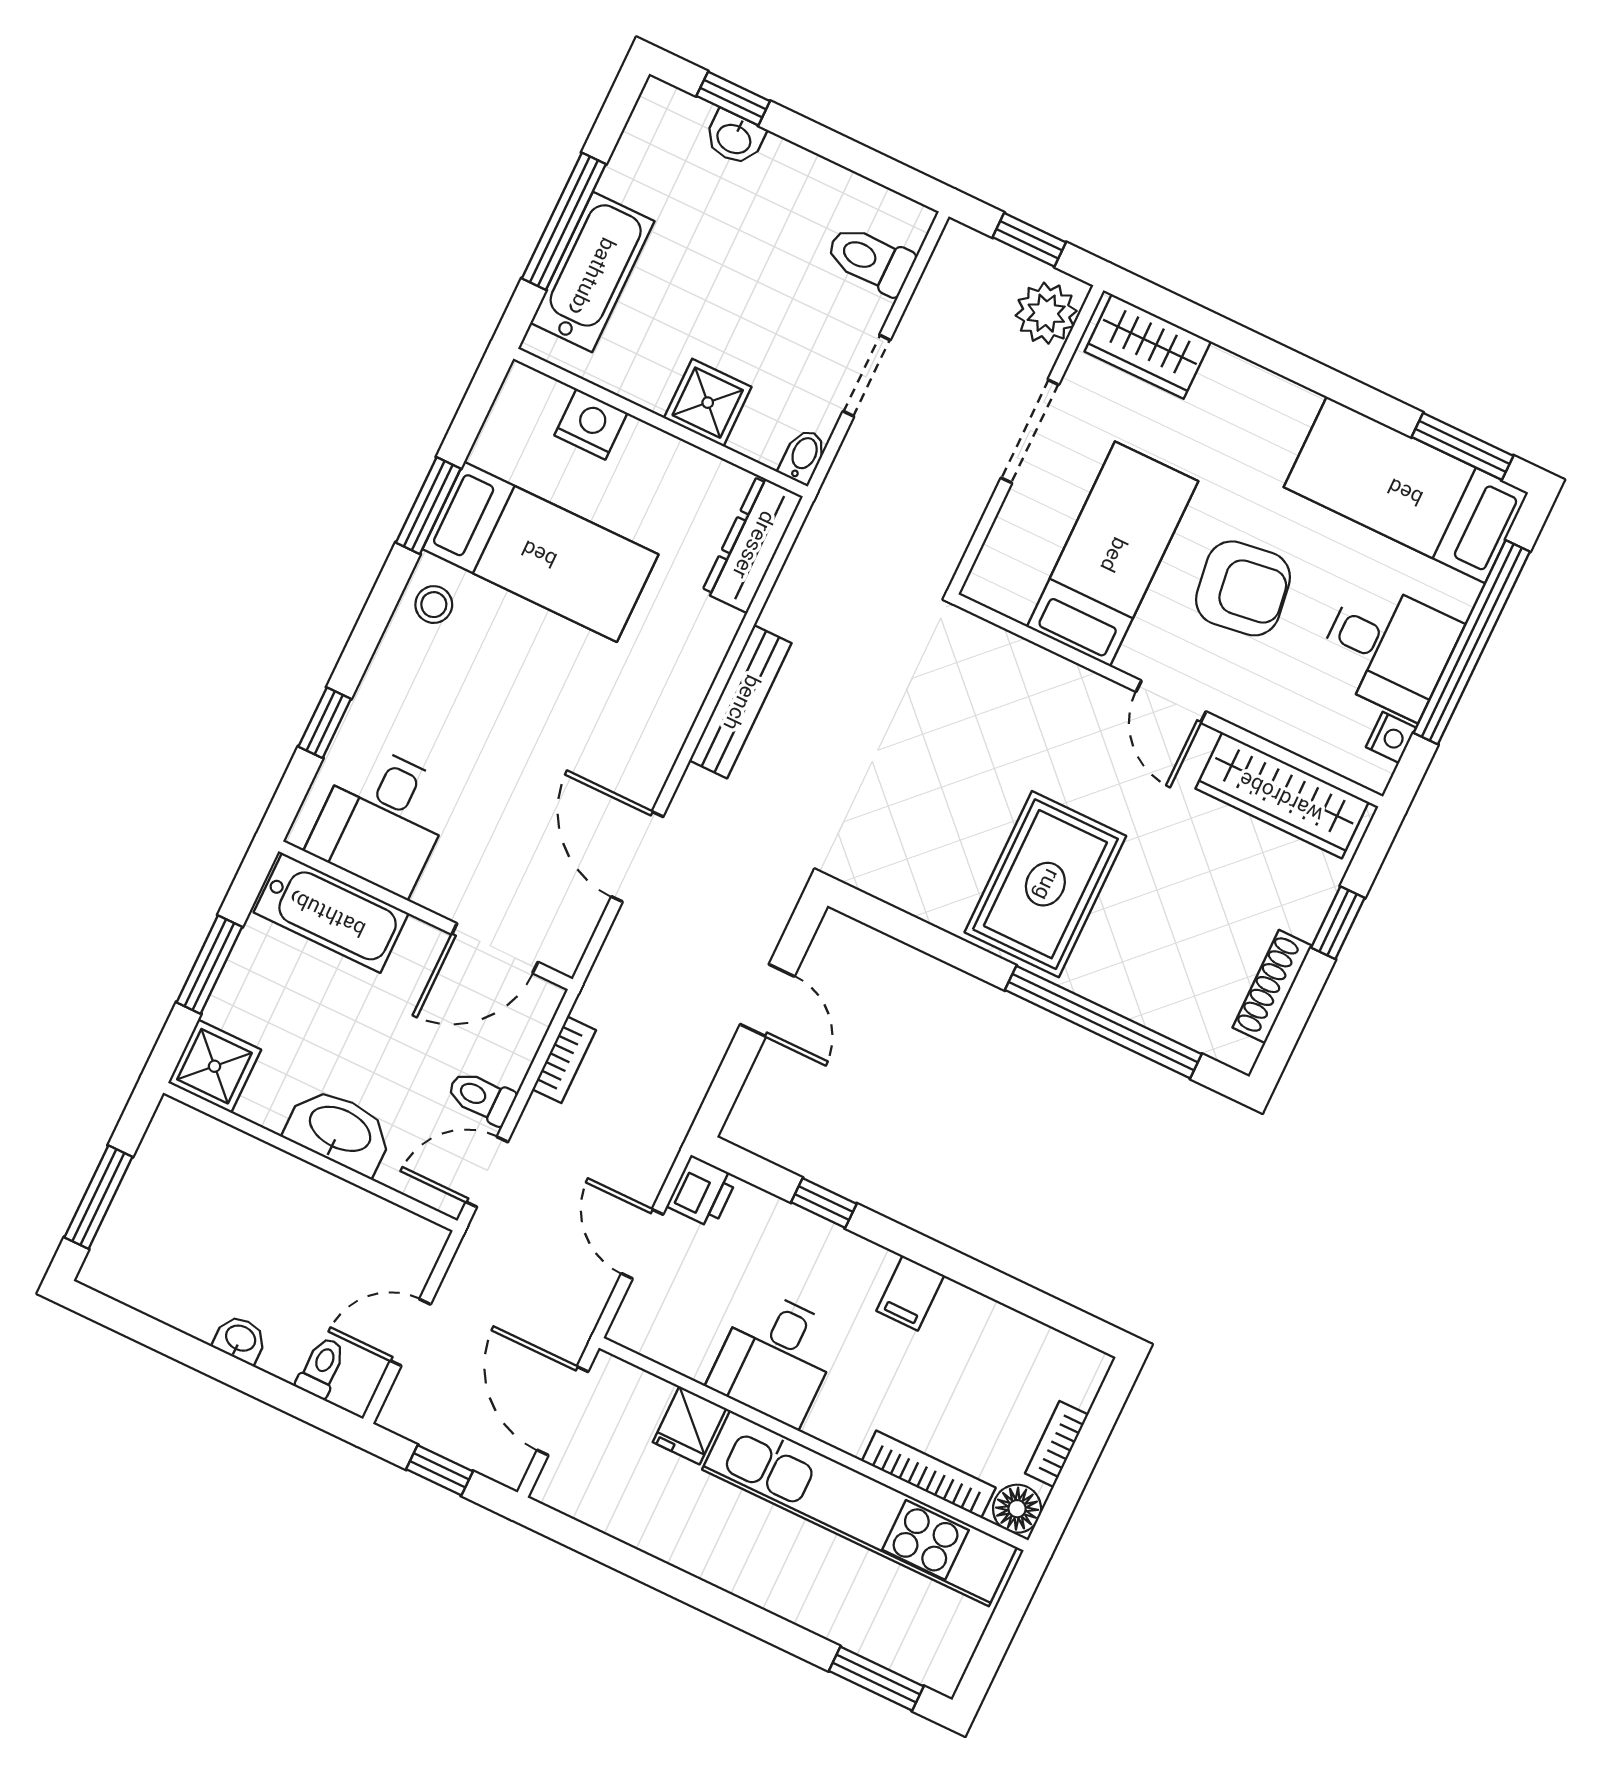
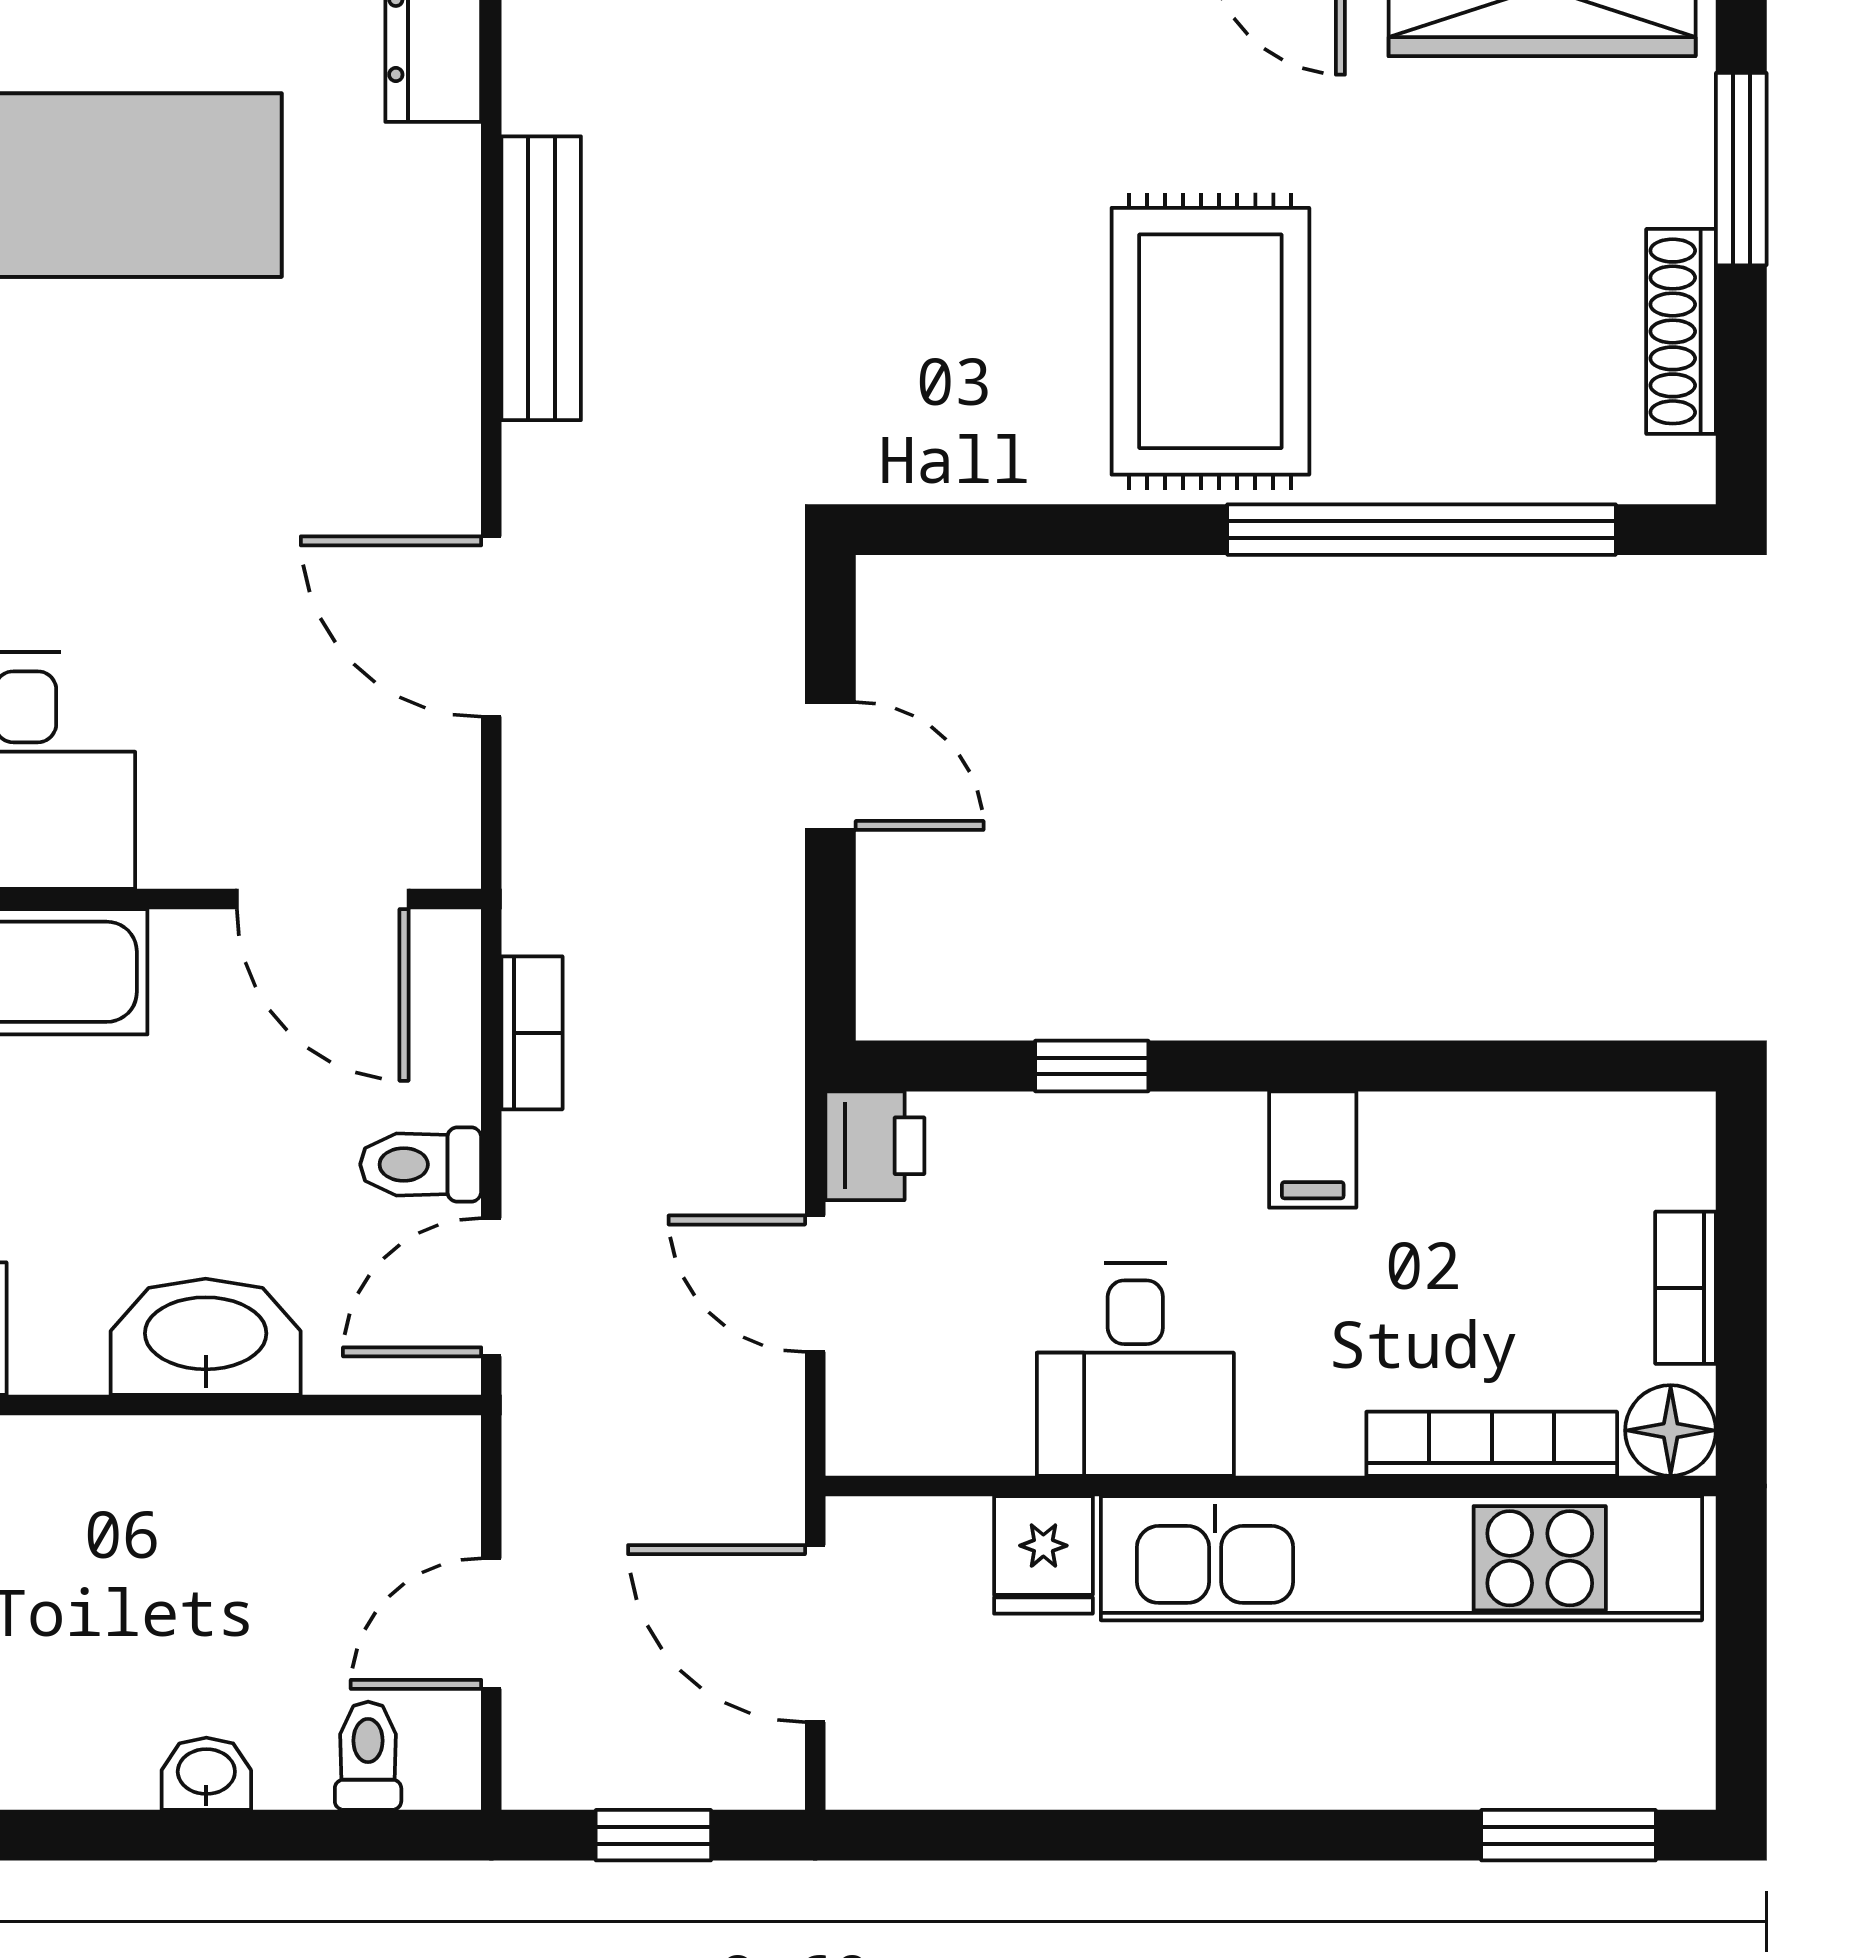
window: (1338, 923) -> (1741, 169), width x1.50
door: (495, 948) -> (323, 899), hinge flipped

